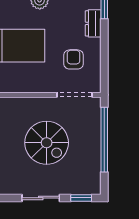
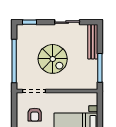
spiral stairs: (47, 143) -> (53, 59), turned 180
sliding door: (41, 198) -> (67, 22), moved

